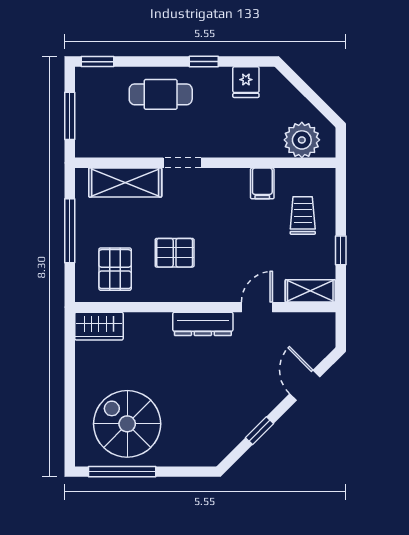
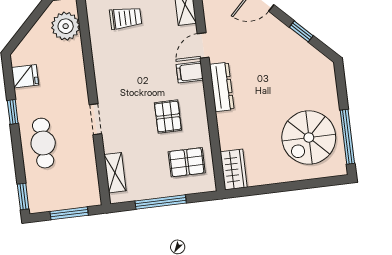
shelving: (125, 182) -> (115, 173), width x0.67, depth x0.75
filing cabinet: (262, 183) -> (190, 72), moved, turned 180
trolley: (303, 215) -> (126, 18), turned 180
door: (257, 307) -> (203, 45), hinge flipped

